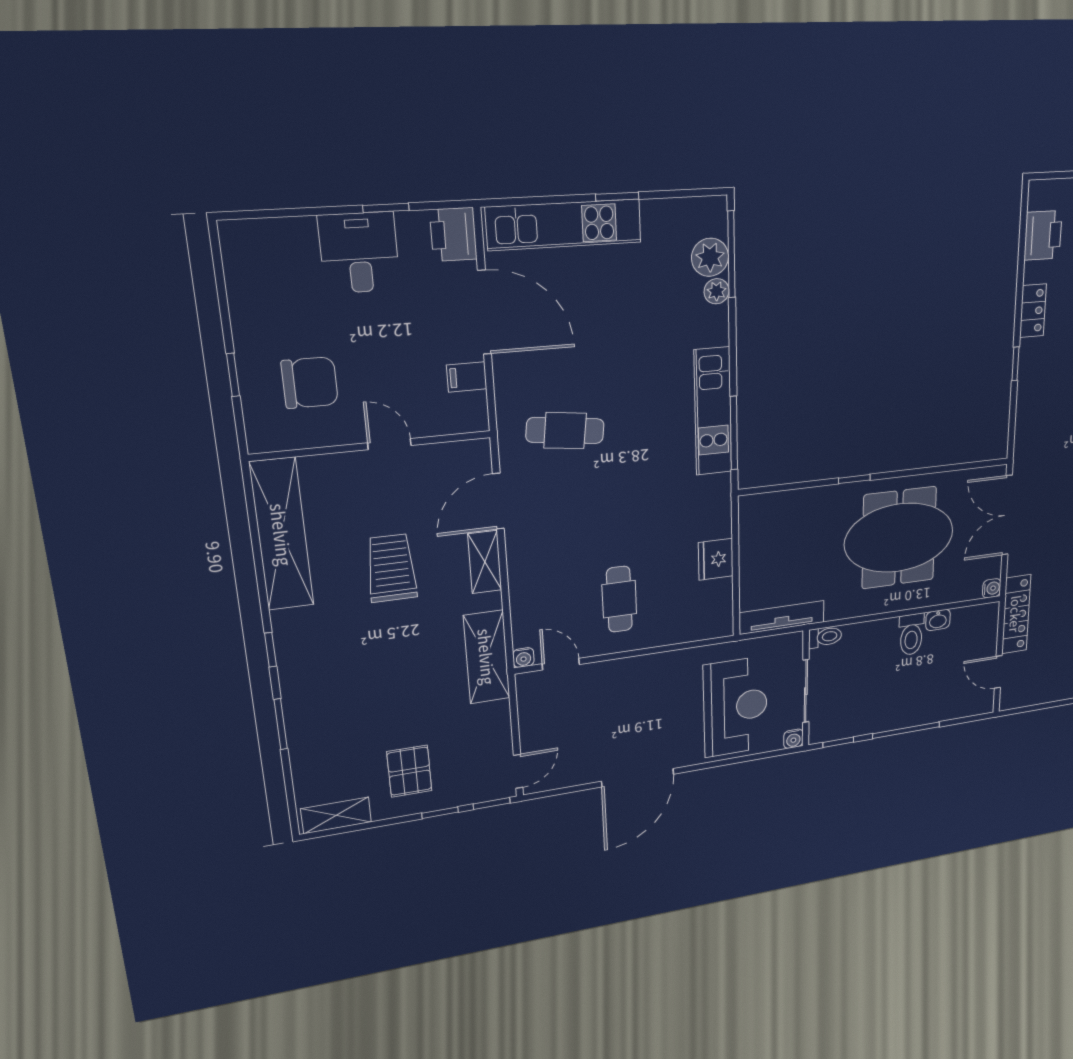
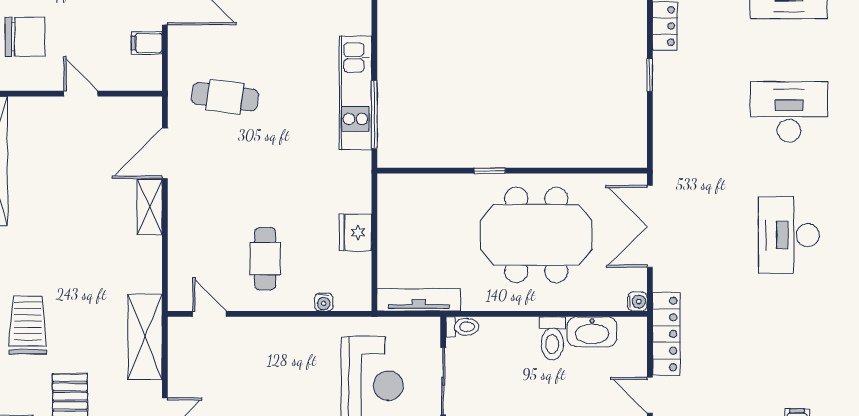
trolley: (391, 568) -> (28, 325), moved
washbasin: (938, 620) -> (592, 332), width x1.91, depth x1.45
shelving: (487, 657) -> (145, 337), moved
water cooler: (523, 658) -> (324, 302), moved

